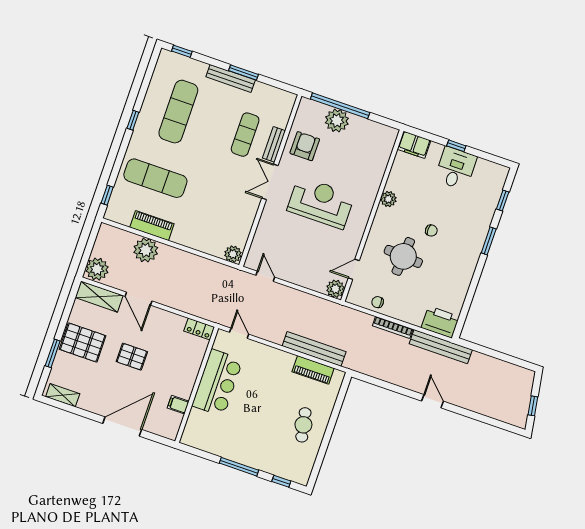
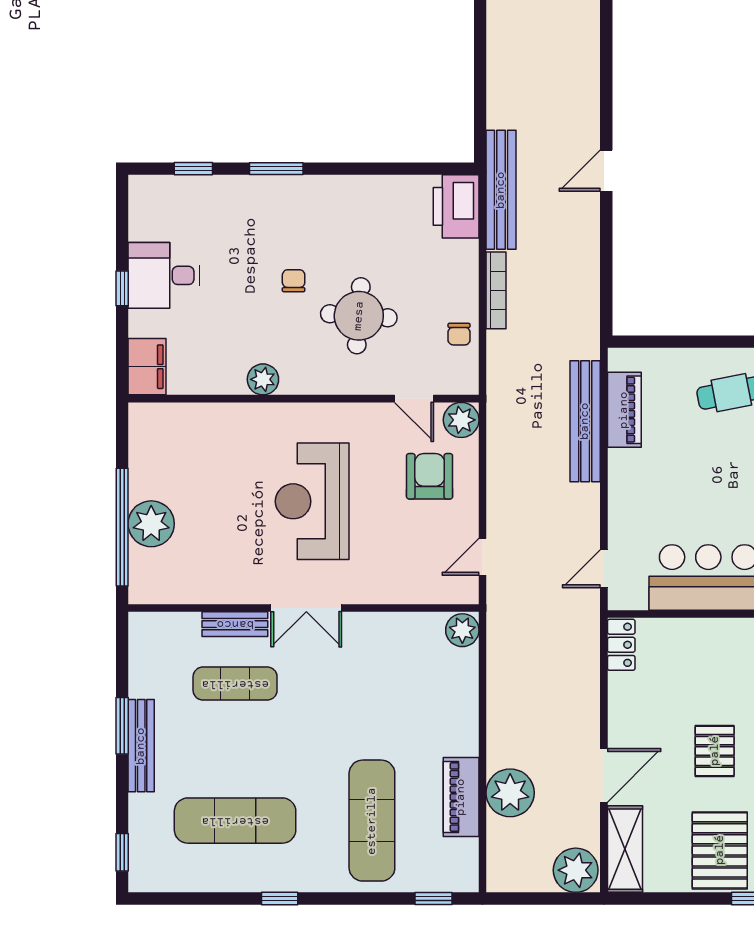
armchair: (305, 146) -> (430, 476), moved, turned 90

